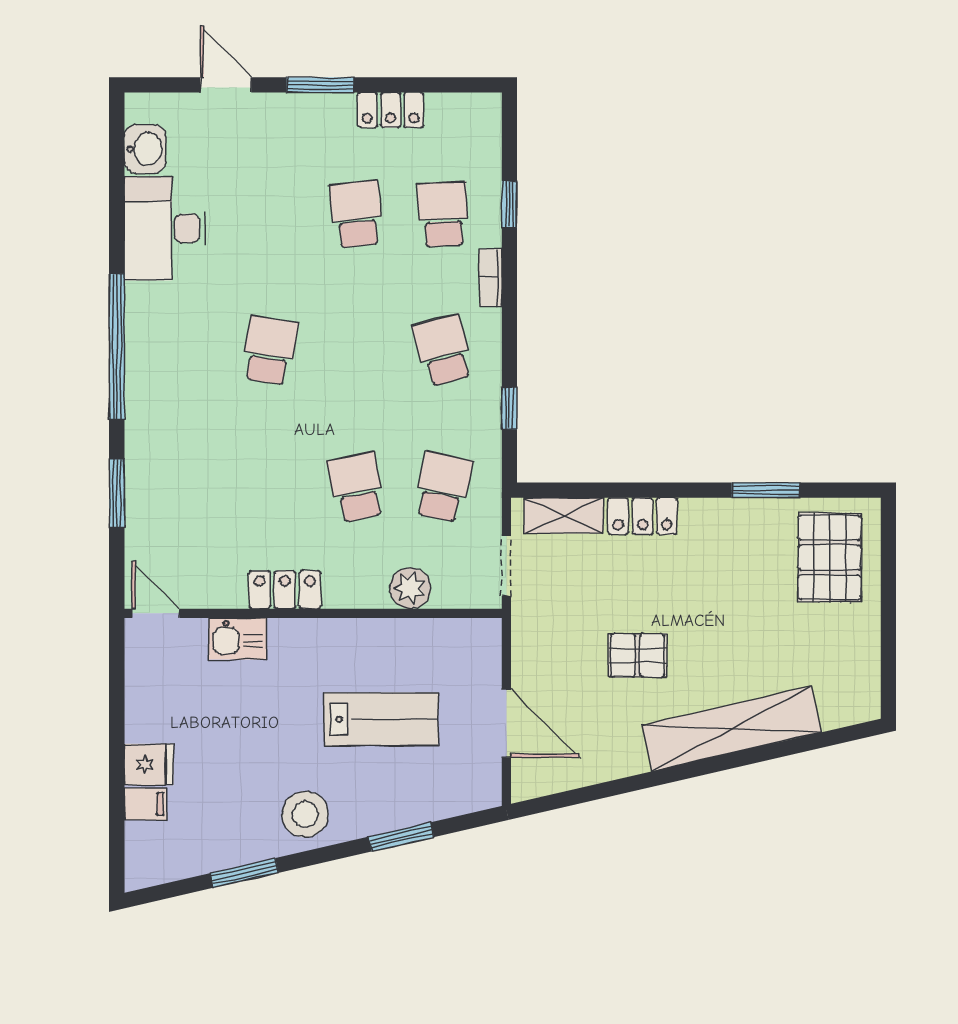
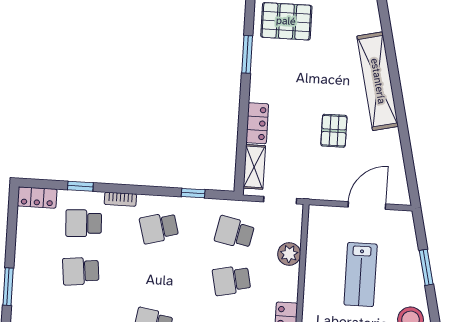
locker: (391, 110) -> (37, 198), moved, turned 90
lab bench: (381, 719) -> (361, 275), turned 180

